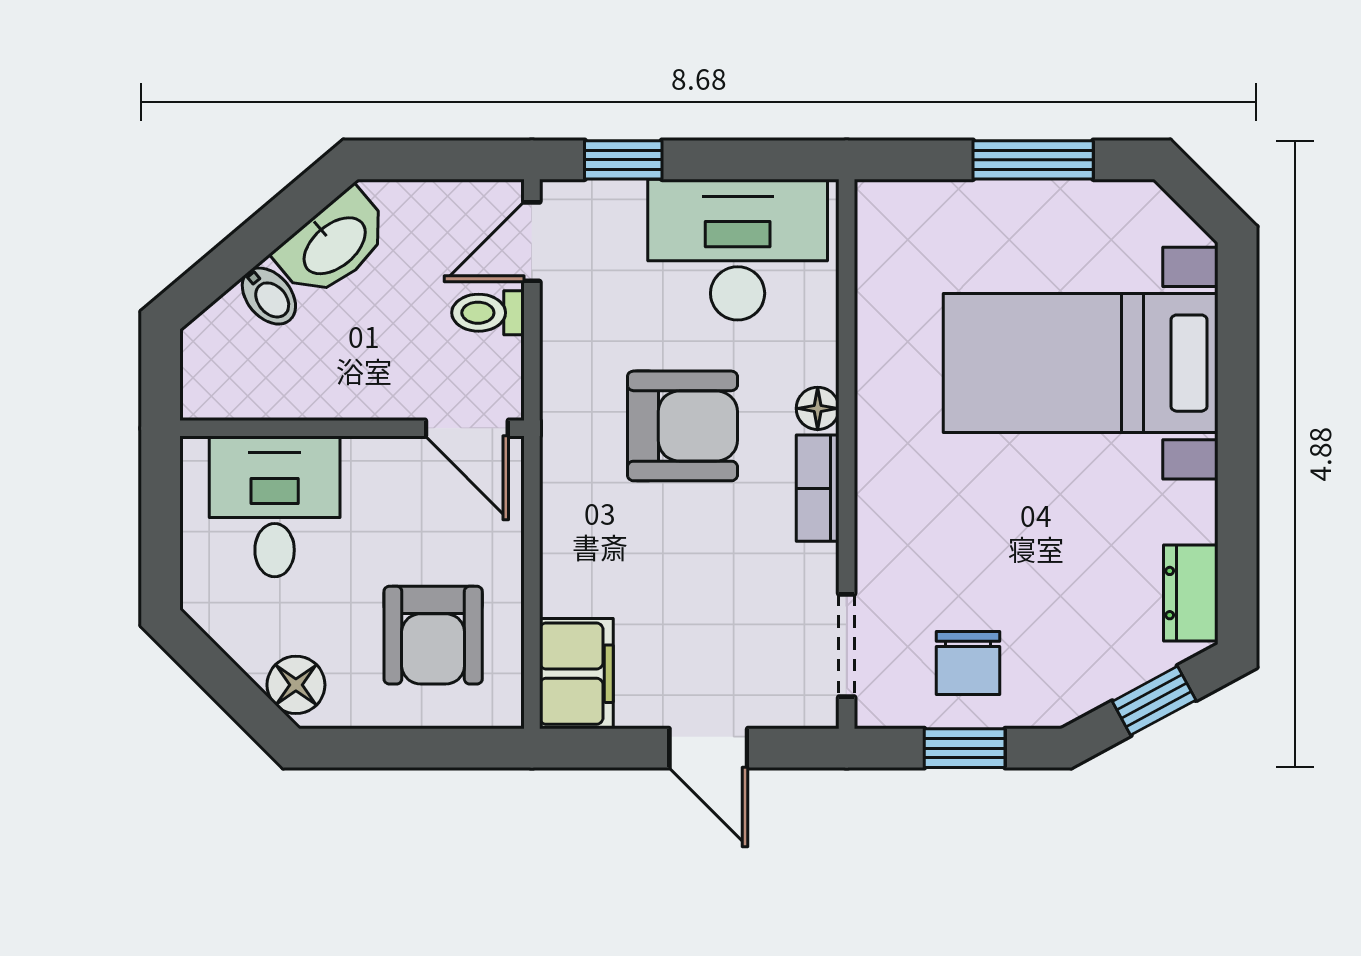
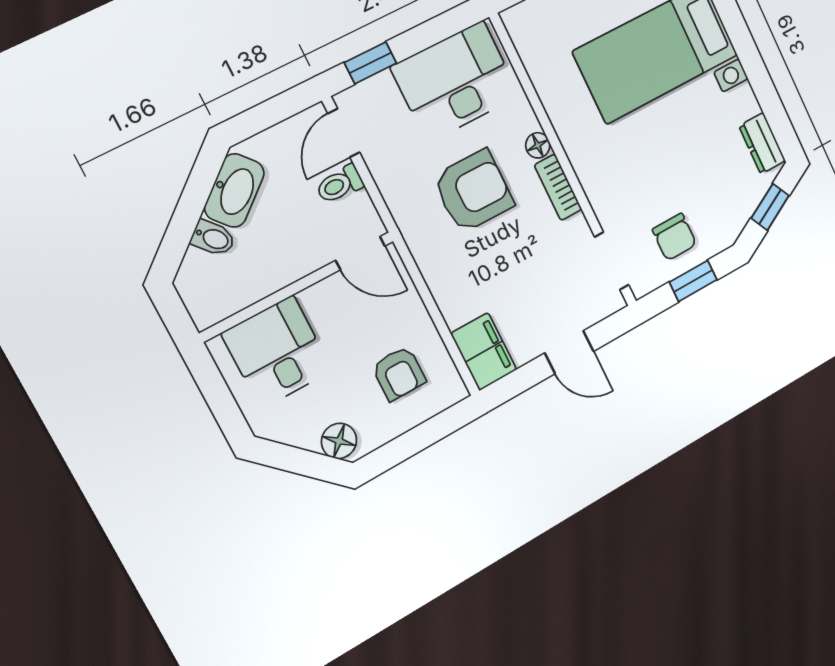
armchair: (433, 635) -> (399, 373), width x0.72, depth x0.72

